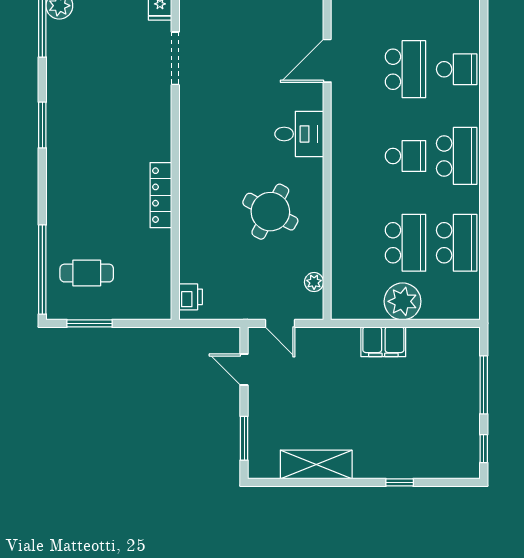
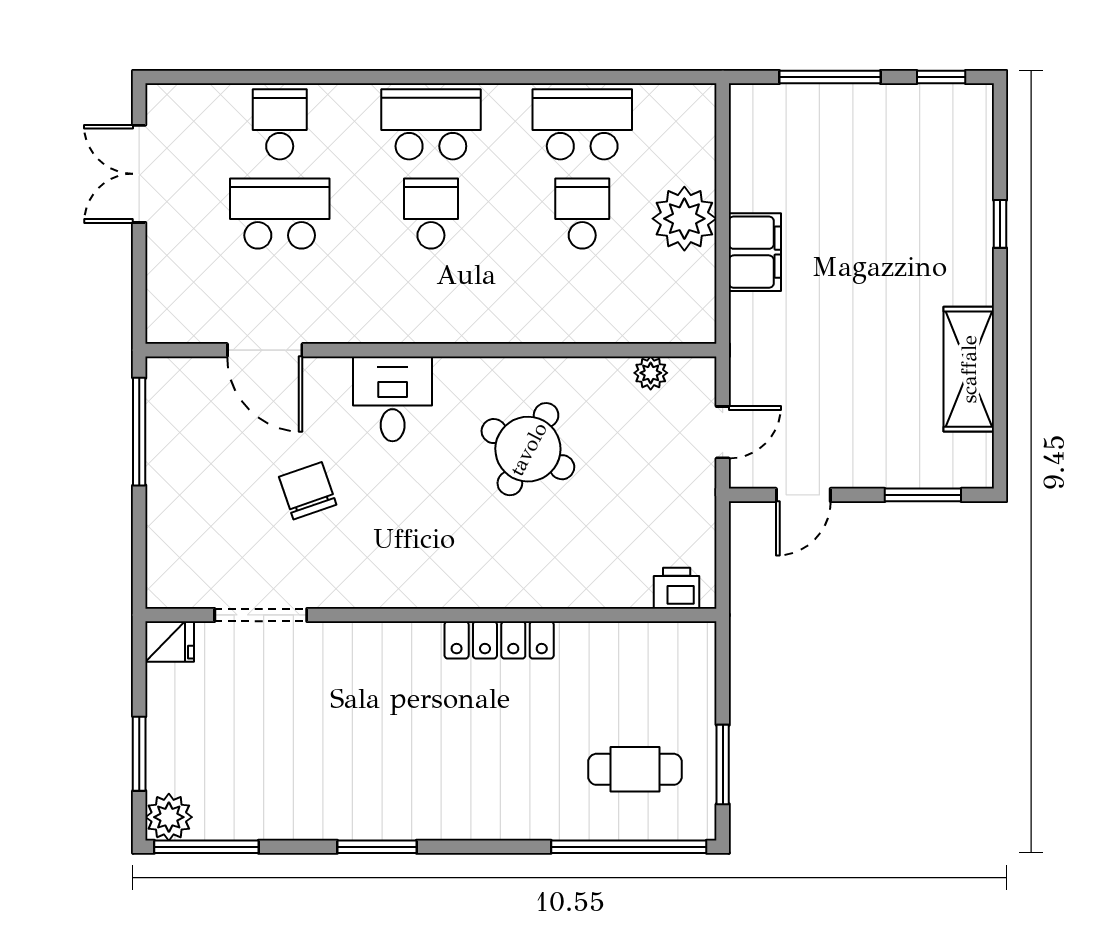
chair: (246, 85) -> (308, 491), added
school desk: (405, 243) -> (582, 214), width x0.54
cafe table: (87, 273) -> (635, 769), turned 90

